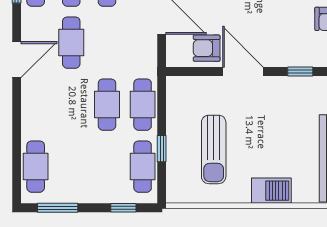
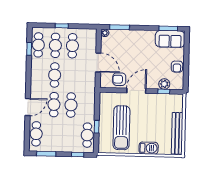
plant: (301, 56) -> (164, 84), added
door: (17, 60) -> (28, 107), moved
door: (243, 71) -> (136, 91), hinge flipped
cafe table: (143, 105) -> (54, 105), moved
sun lounger: (214, 149) -> (121, 128), width x1.36, depth x1.34

